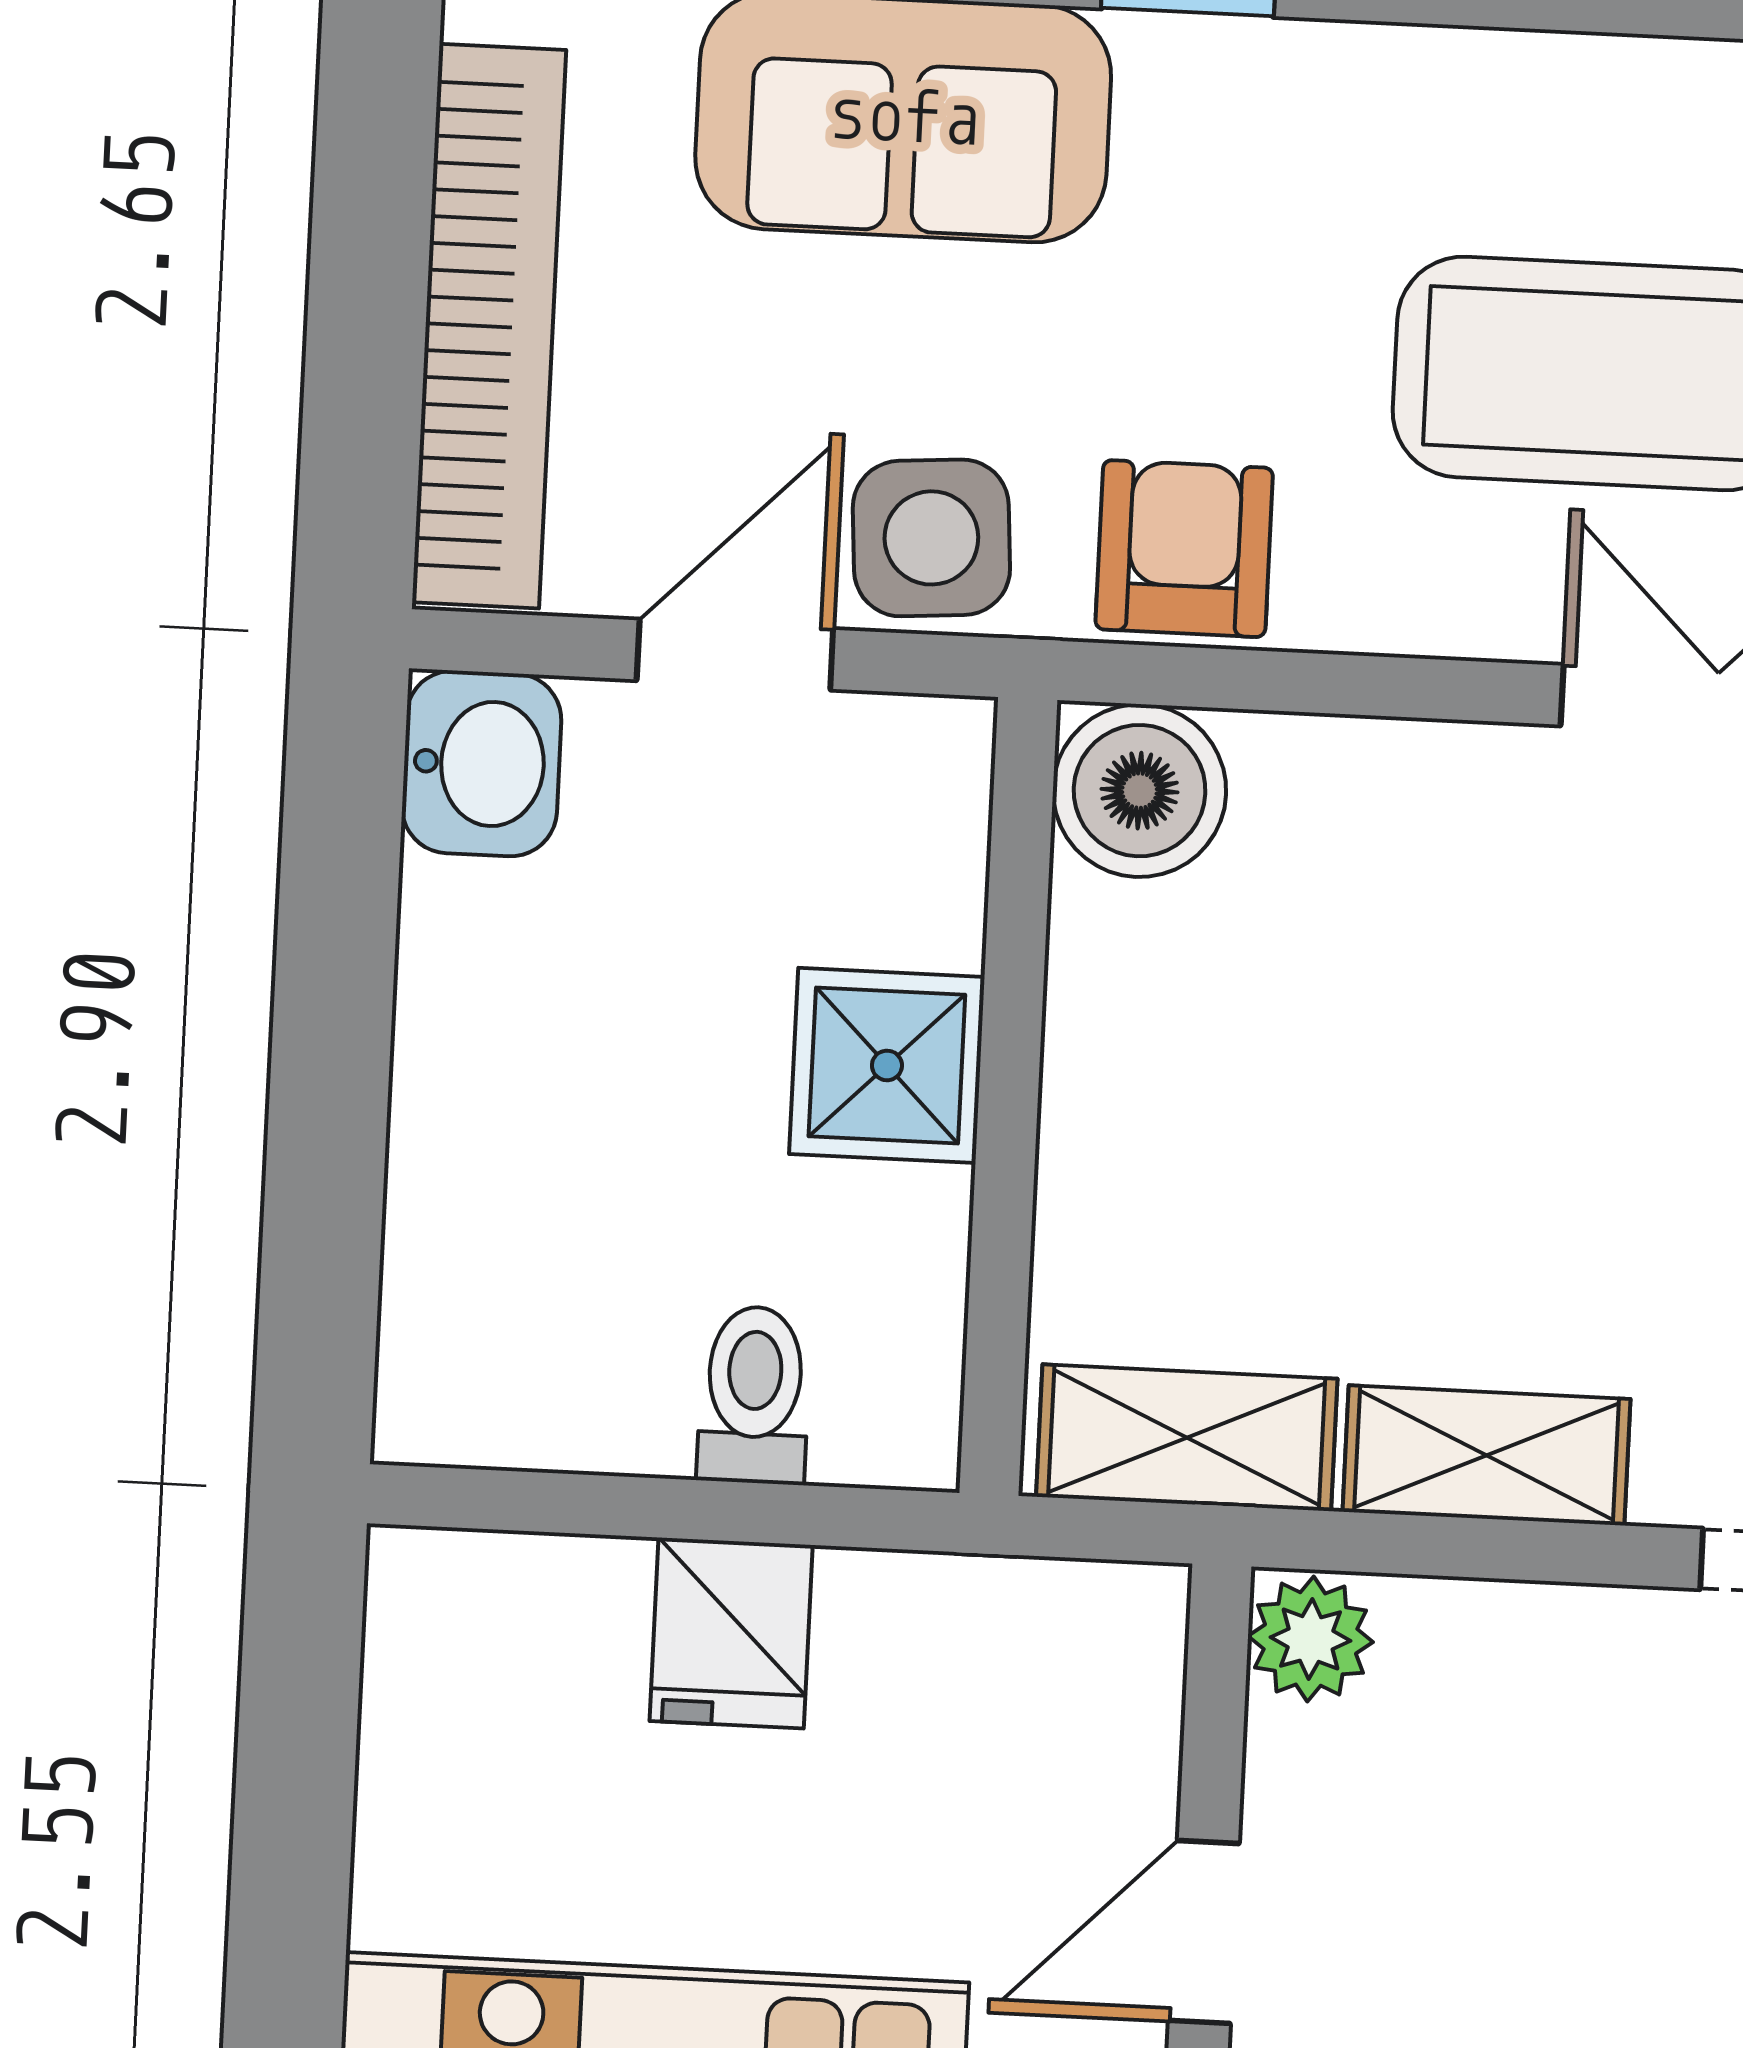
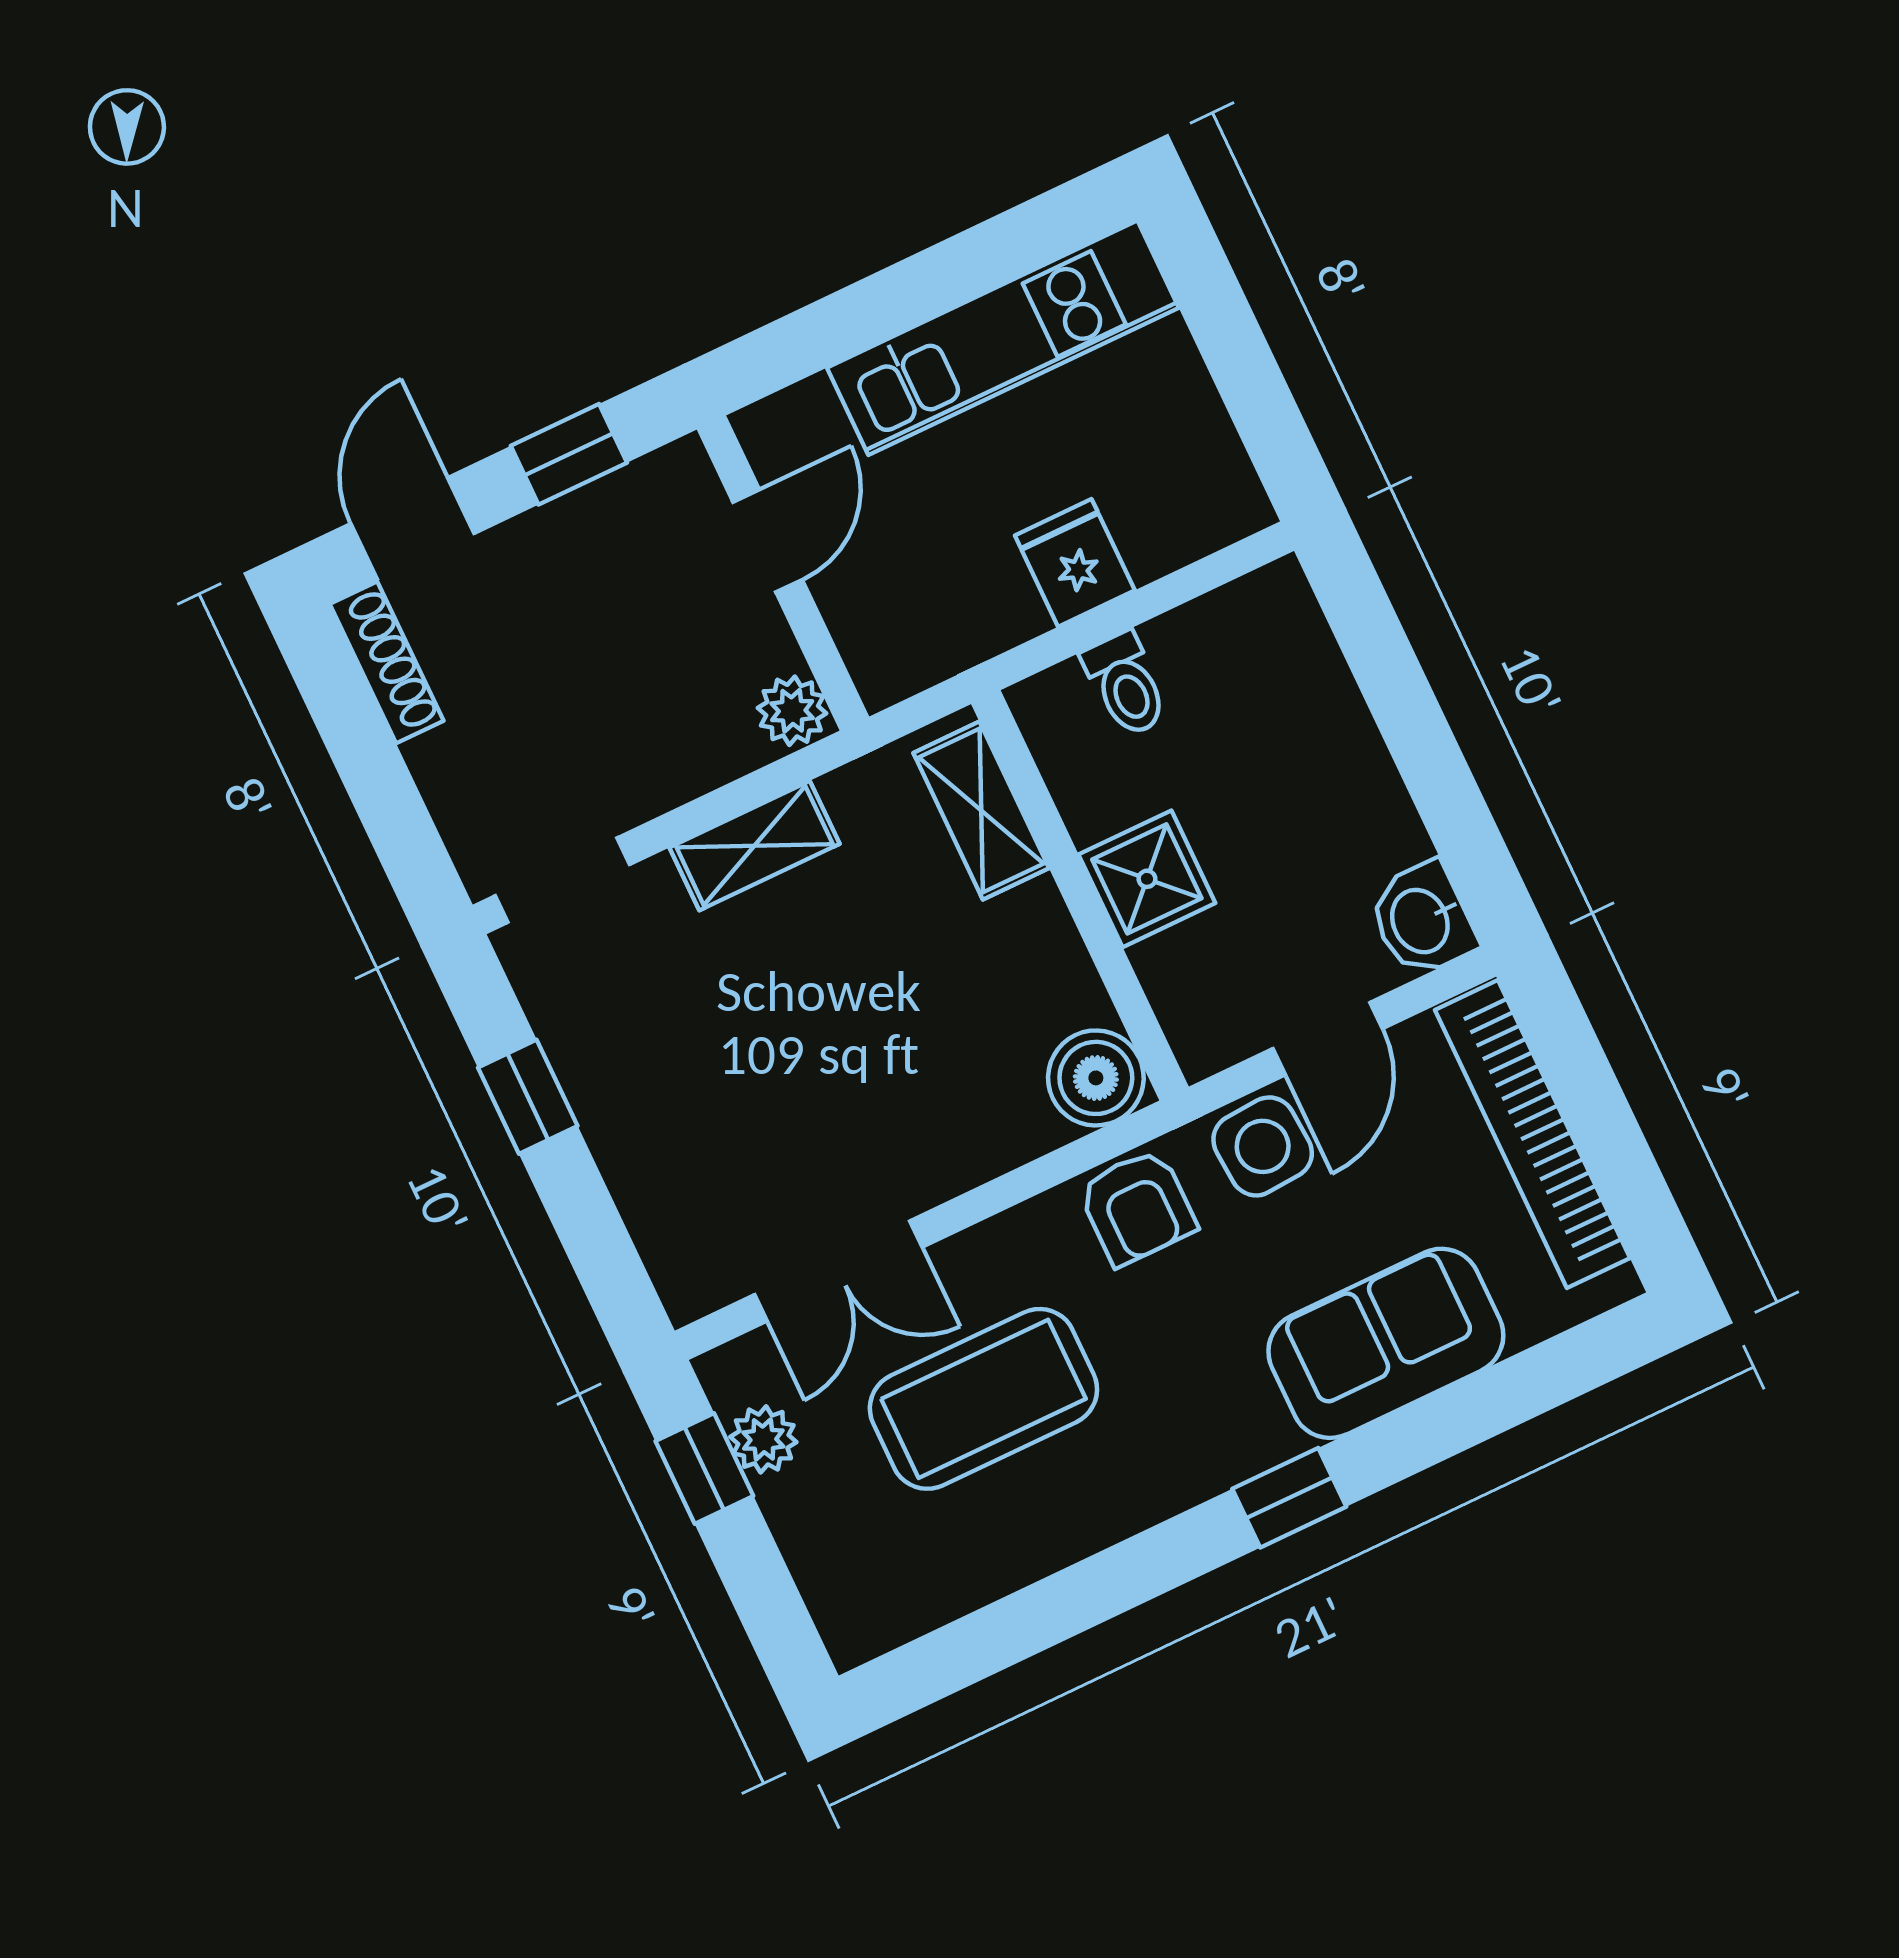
shelving: (1187, 1438) -> (981, 810), moved, turned 90

